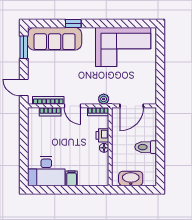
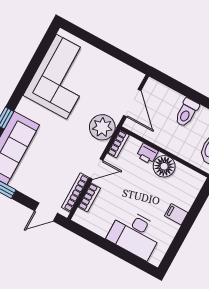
plant: (104, 99) -> (102, 127), width x1.88, depth x1.88
floor lamp: (104, 148) -> (164, 166), width x1.89, depth x1.89
desk: (46, 171) -> (135, 234), moved, turned 90

